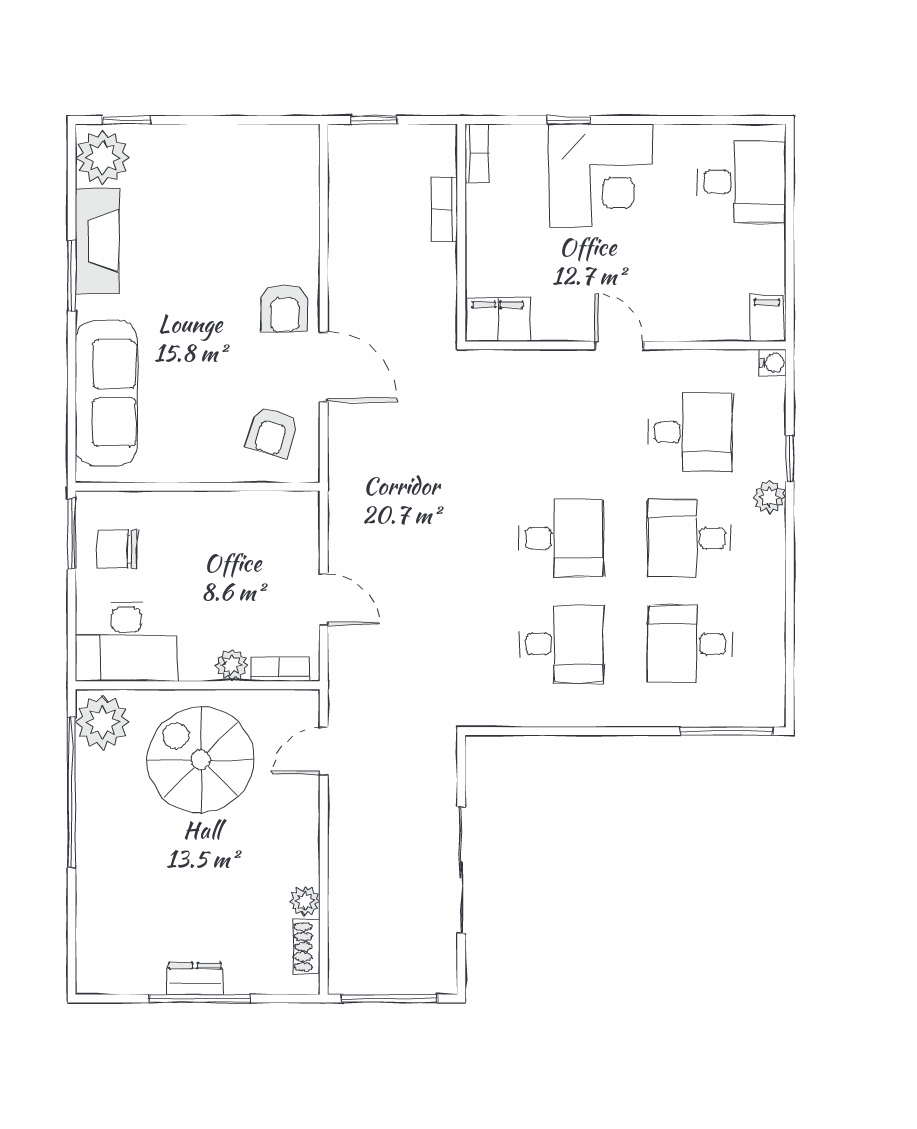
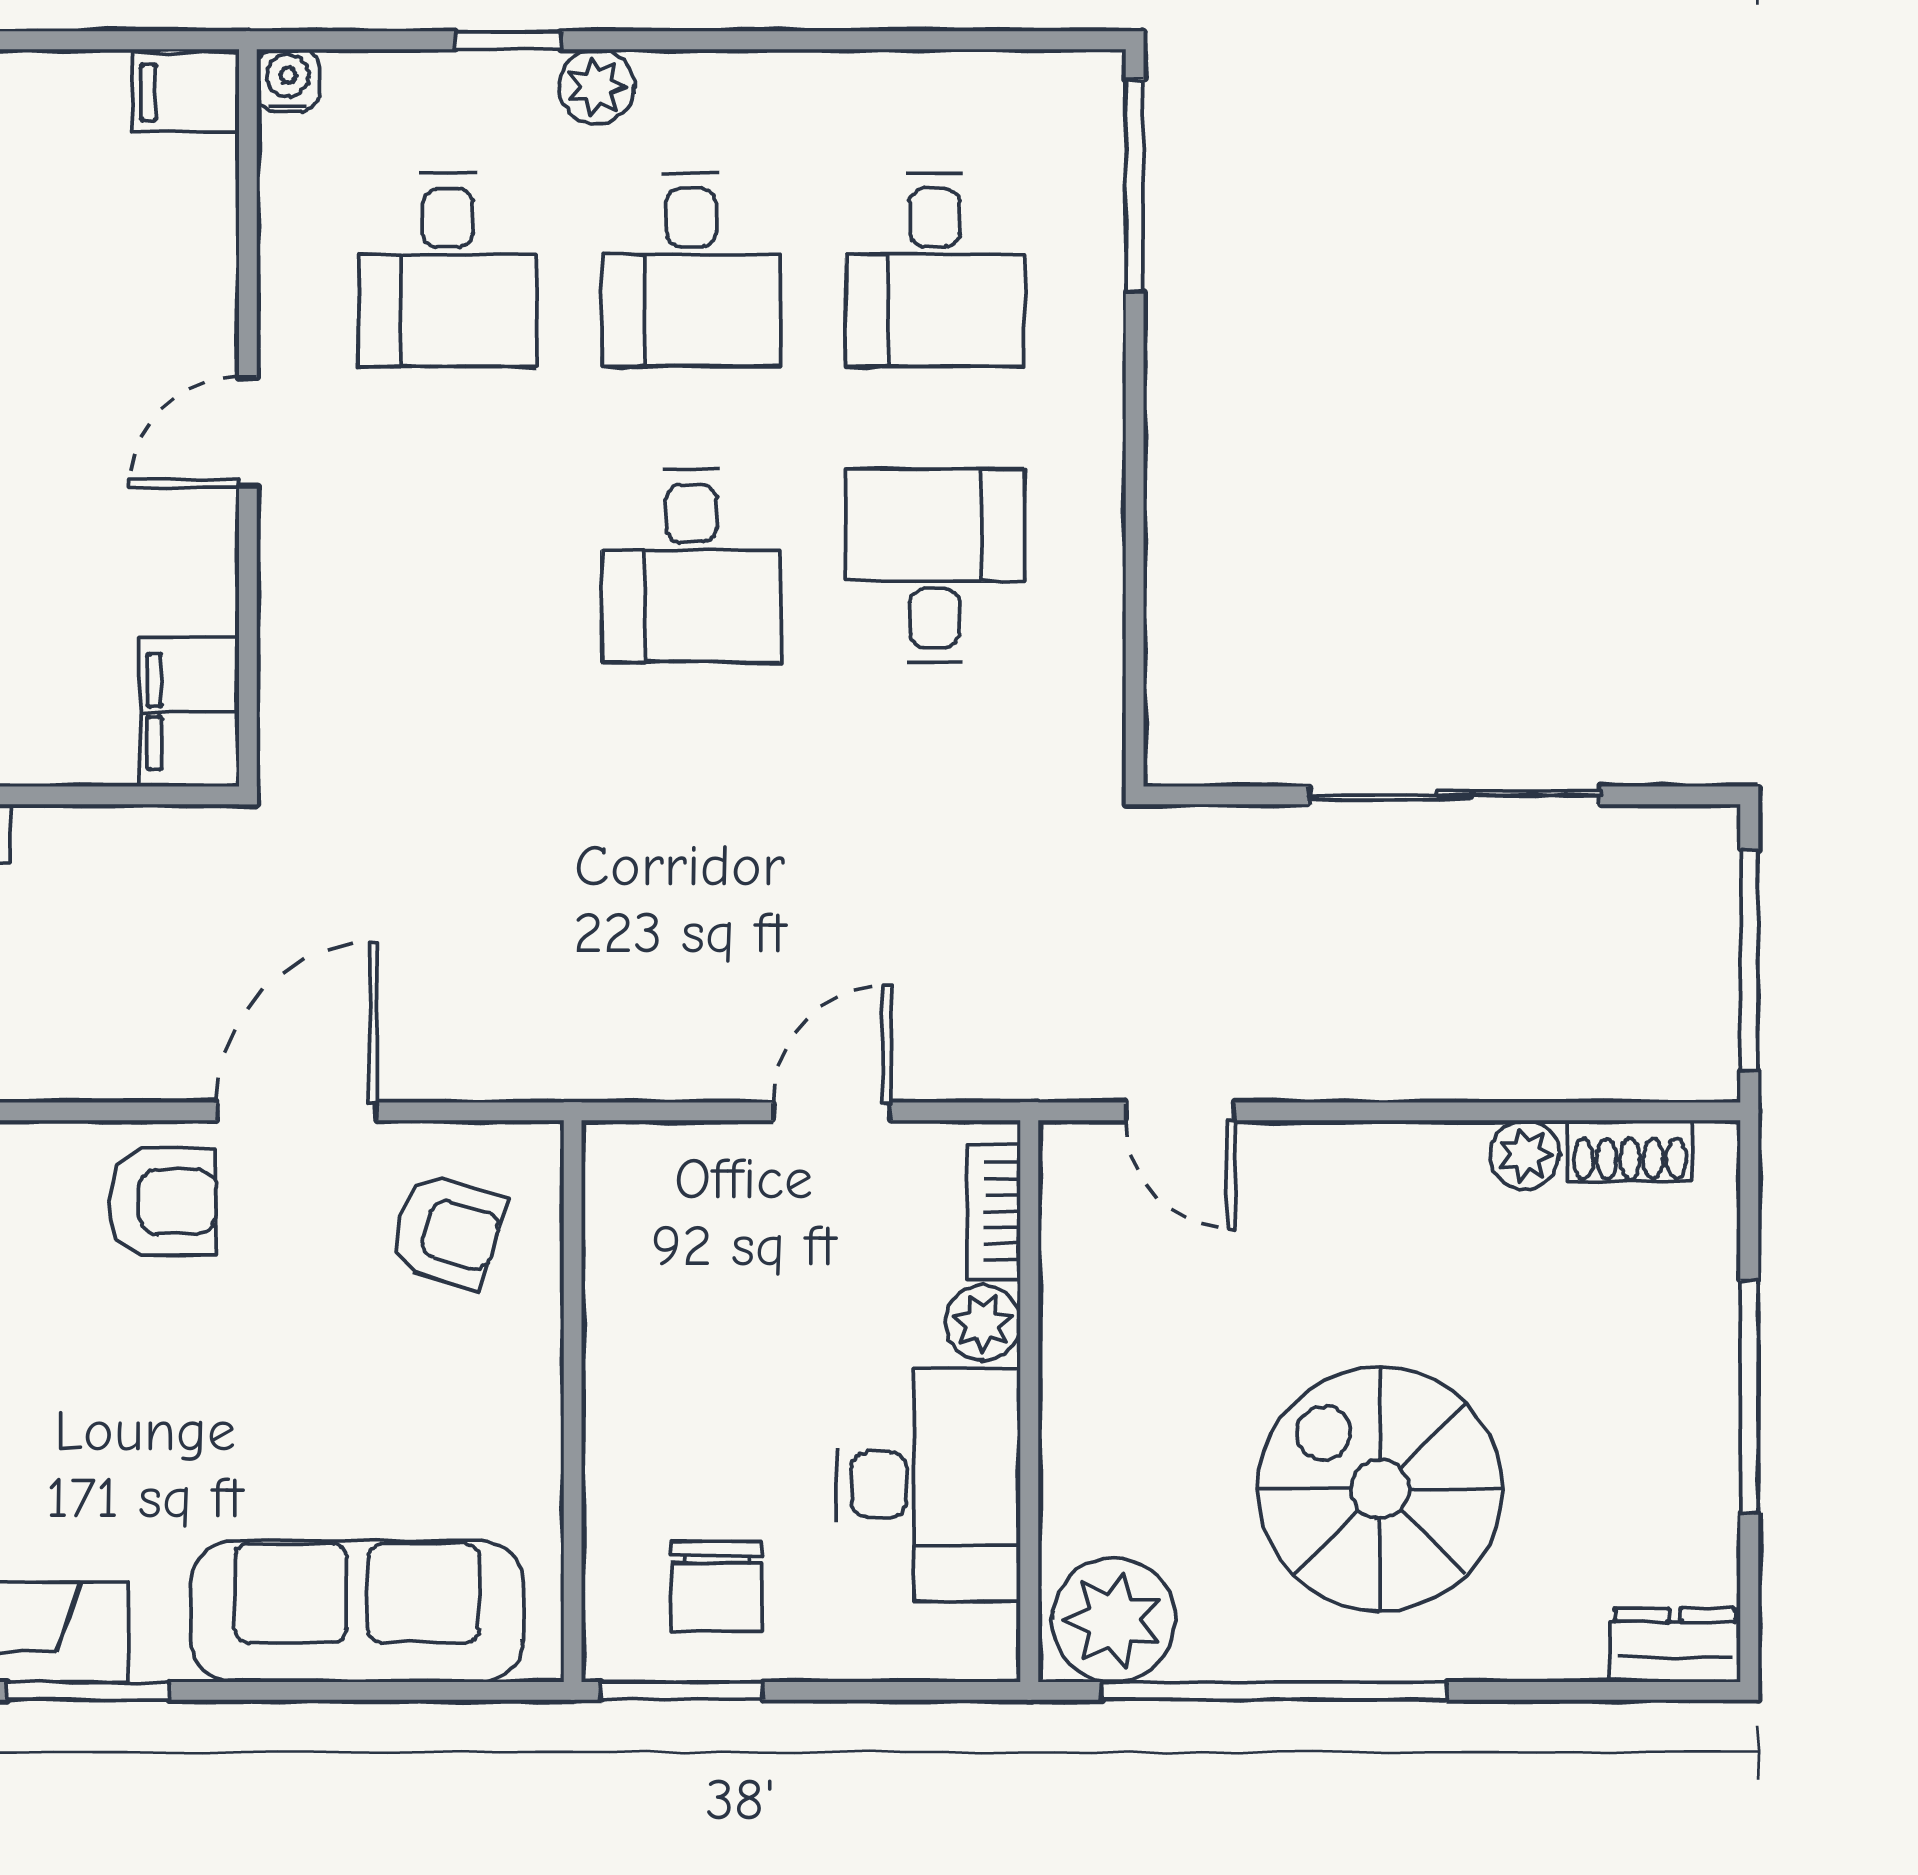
desk: (690, 432) -> (448, 270), turned 180
desk: (561, 538) -> (691, 566), turned 180
desk: (126, 641) -> (928, 1485), moved
spiral stairs: (200, 760) -> (1380, 1489), moved, turned 90
dresser: (195, 979) -> (1675, 1645), moved, turned 90

